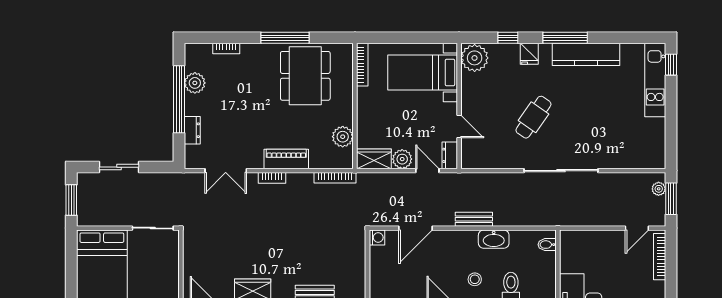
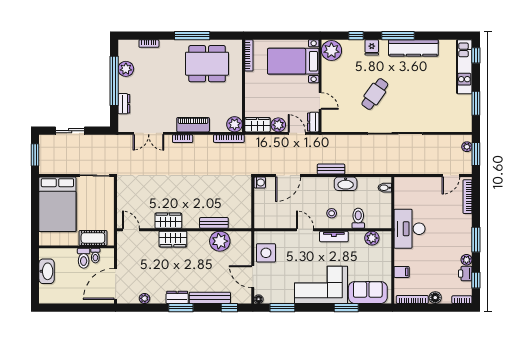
dining table: (305, 76) -> (207, 64), turned 90
window: (671, 130) -> (476, 103), added
plant: (343, 137) -> (235, 124), moved

